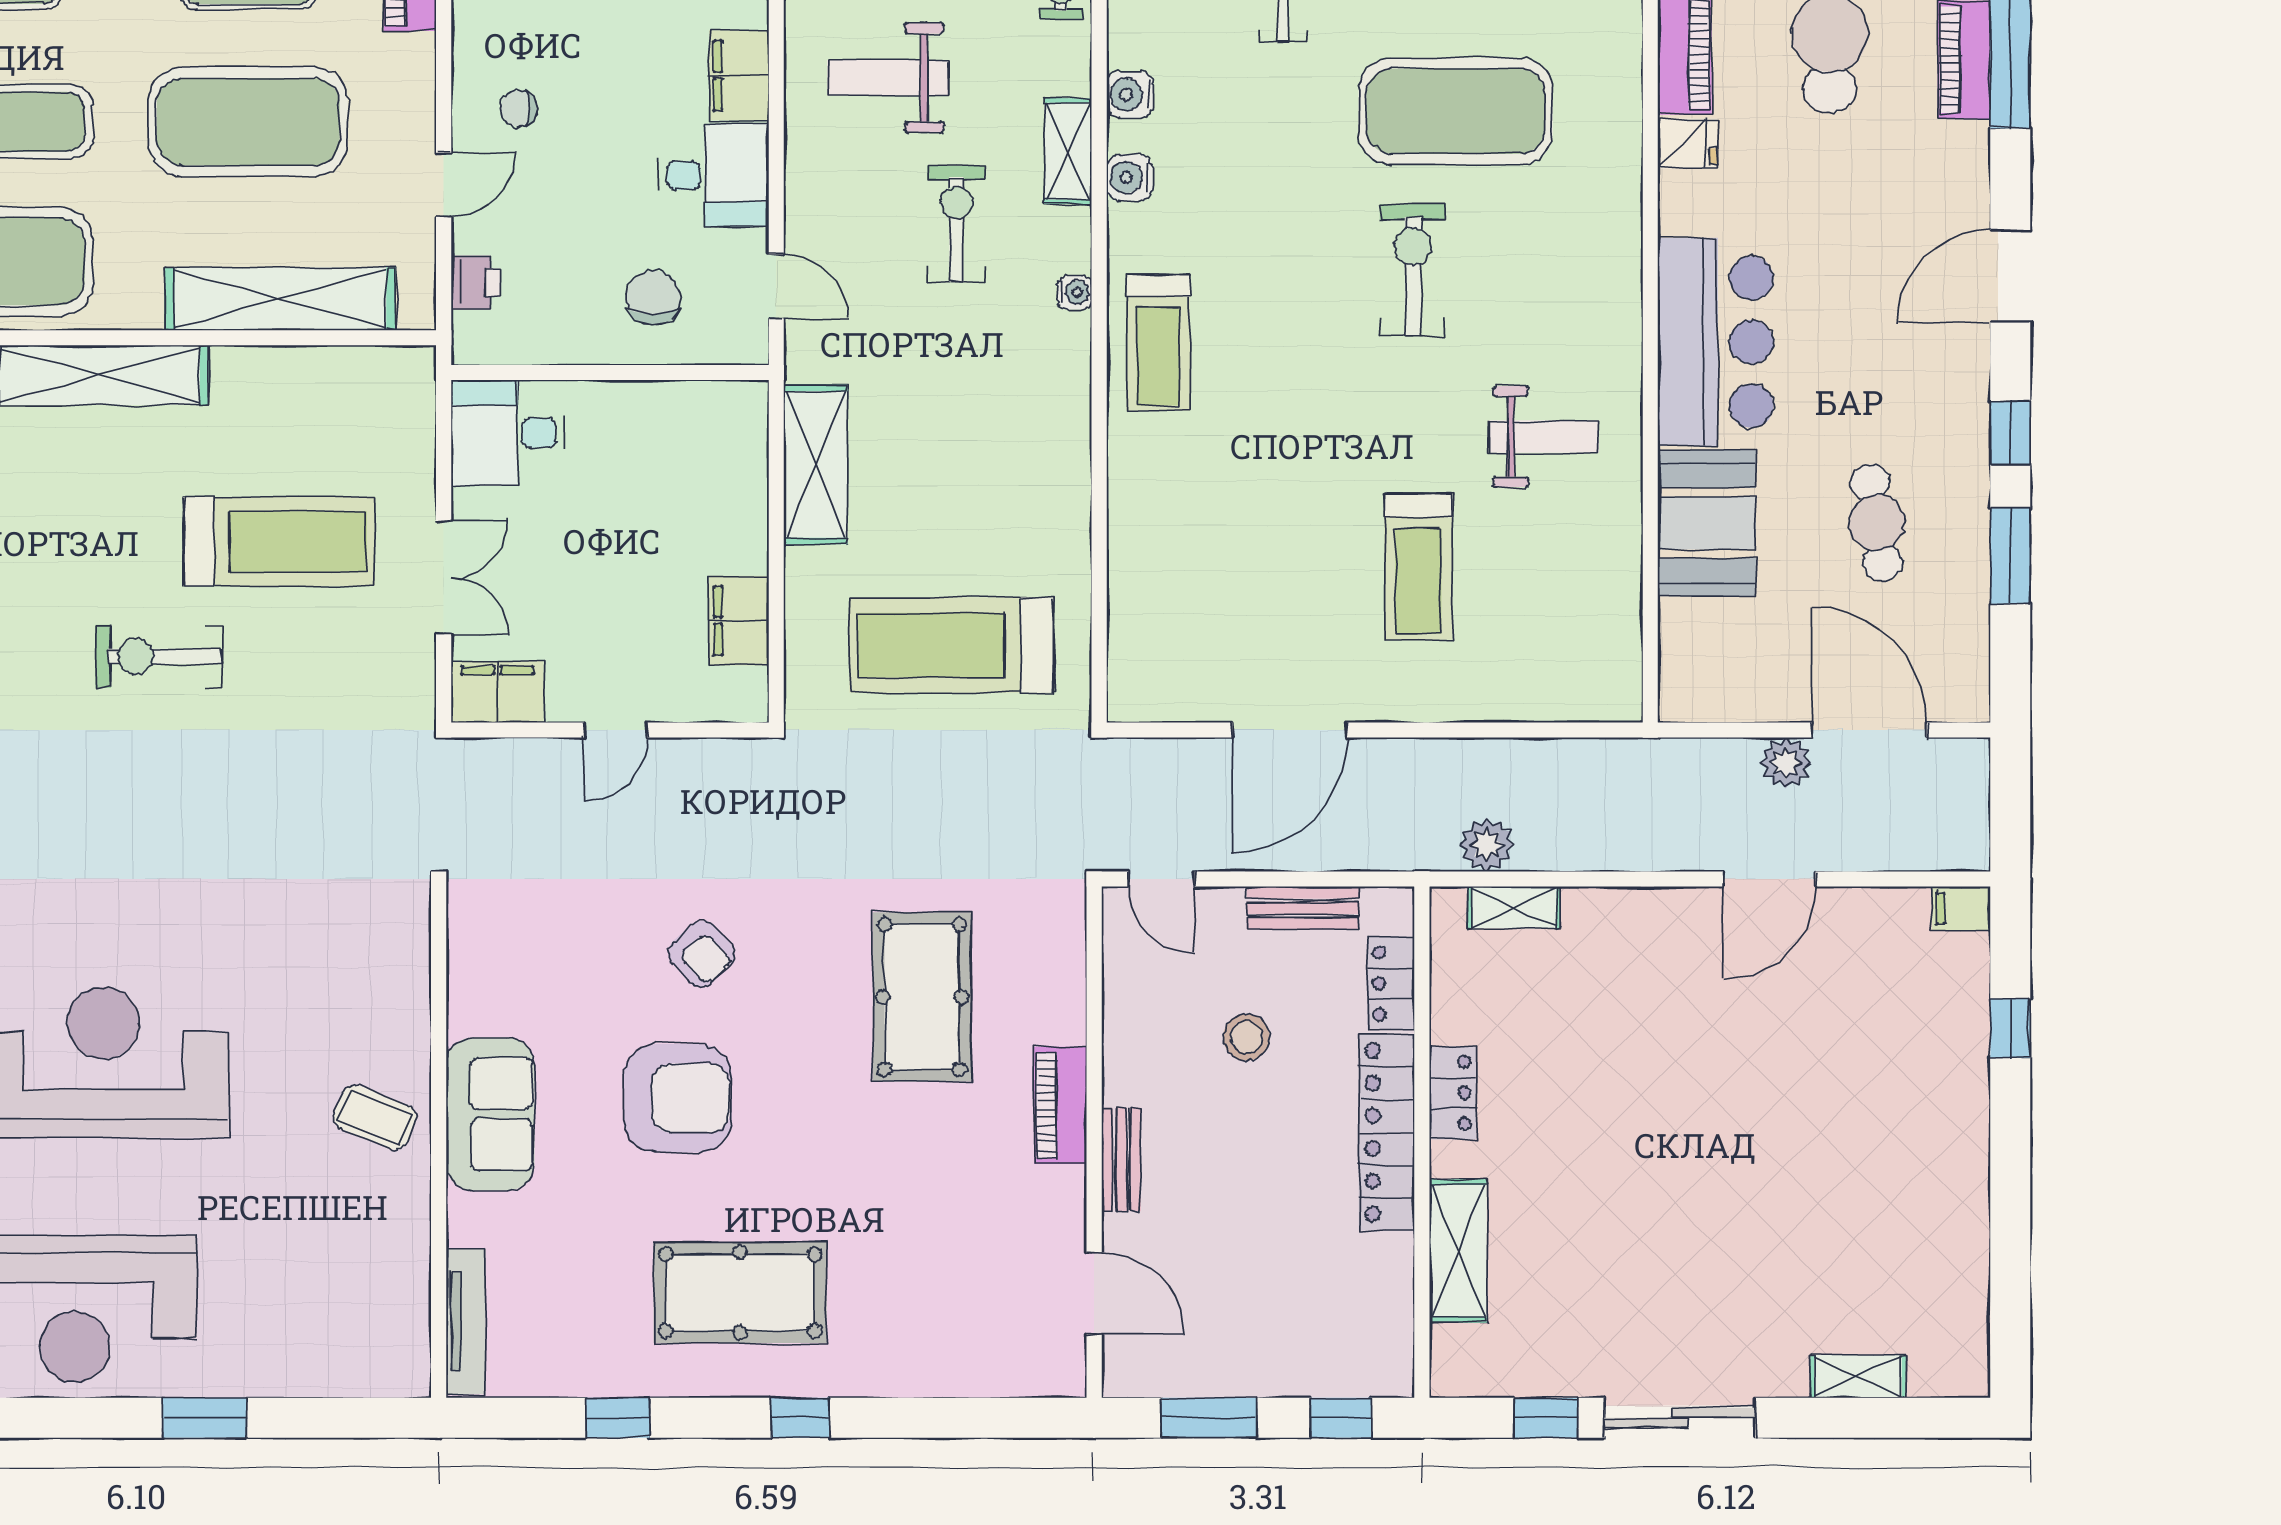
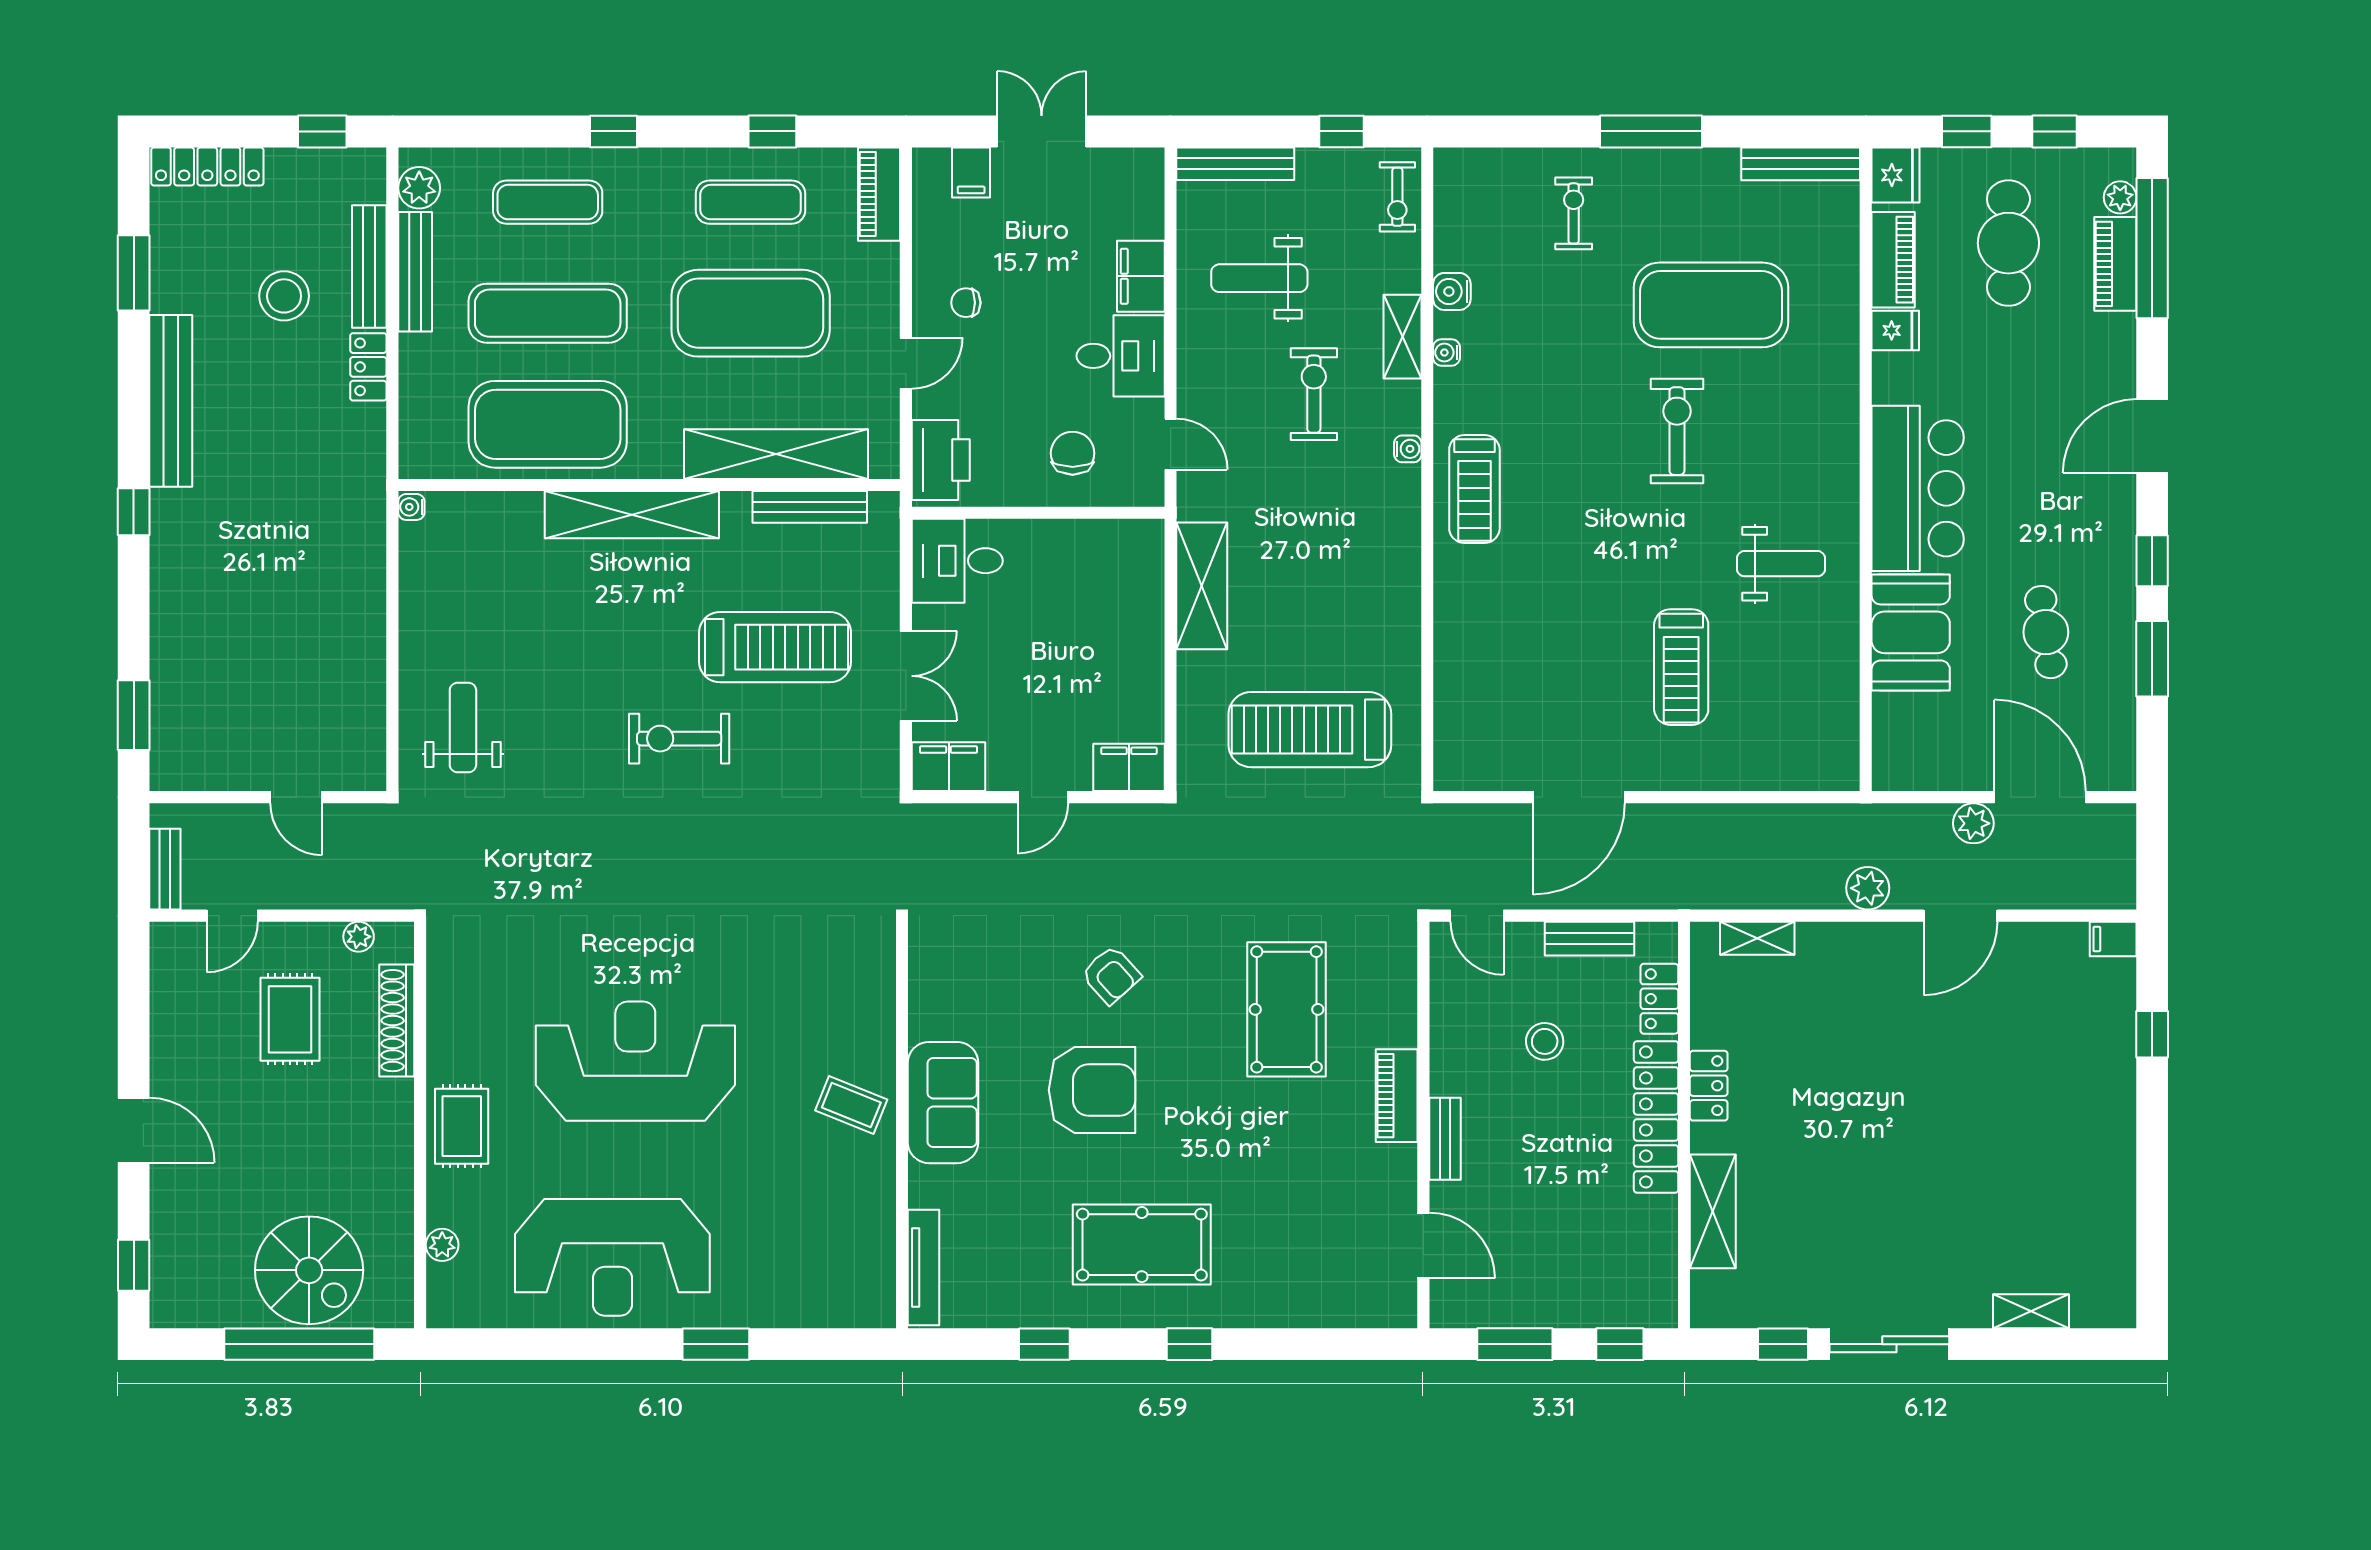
water cooler: (1130, 178) -> (1446, 352), width x0.72, depth x0.72
printer: (476, 283) -> (941, 460), width x1.87, depth x1.48
bench: (323, 365) -> (810, 507), added
filing cabinet: (739, 621) -> (1129, 767), moved, turned 90
plant: (1487, 845) -> (1868, 888), moved

